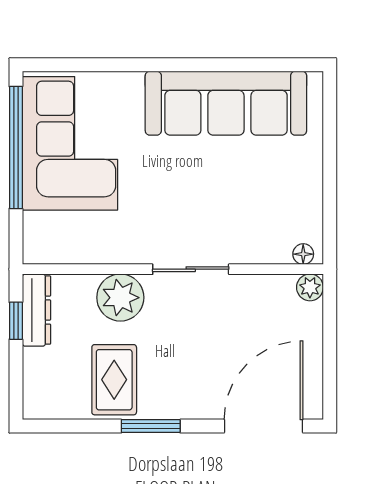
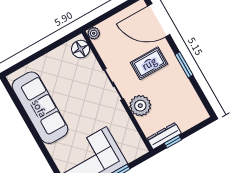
floor lamp: (303, 254) -> (81, 49), width x1.89, depth x1.89
rug: (114, 380) -> (149, 63), moved

